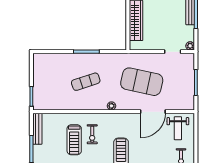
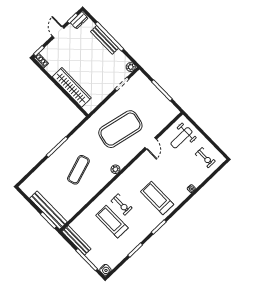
bench: (38, 89) -> (48, 210), added
door: (153, 112) -> (151, 143), width x0.53
weight bench: (178, 128) -> (181, 138), turned 90
treadmill: (74, 140) -> (112, 222), turned 180

